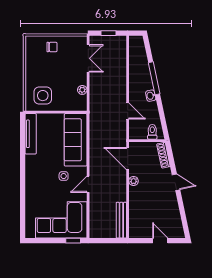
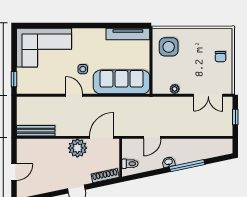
plant: (134, 181) -> (77, 148), width x1.88, depth x1.88
corner sofa: (61, 220) -> (44, 48), moved, turned 90

